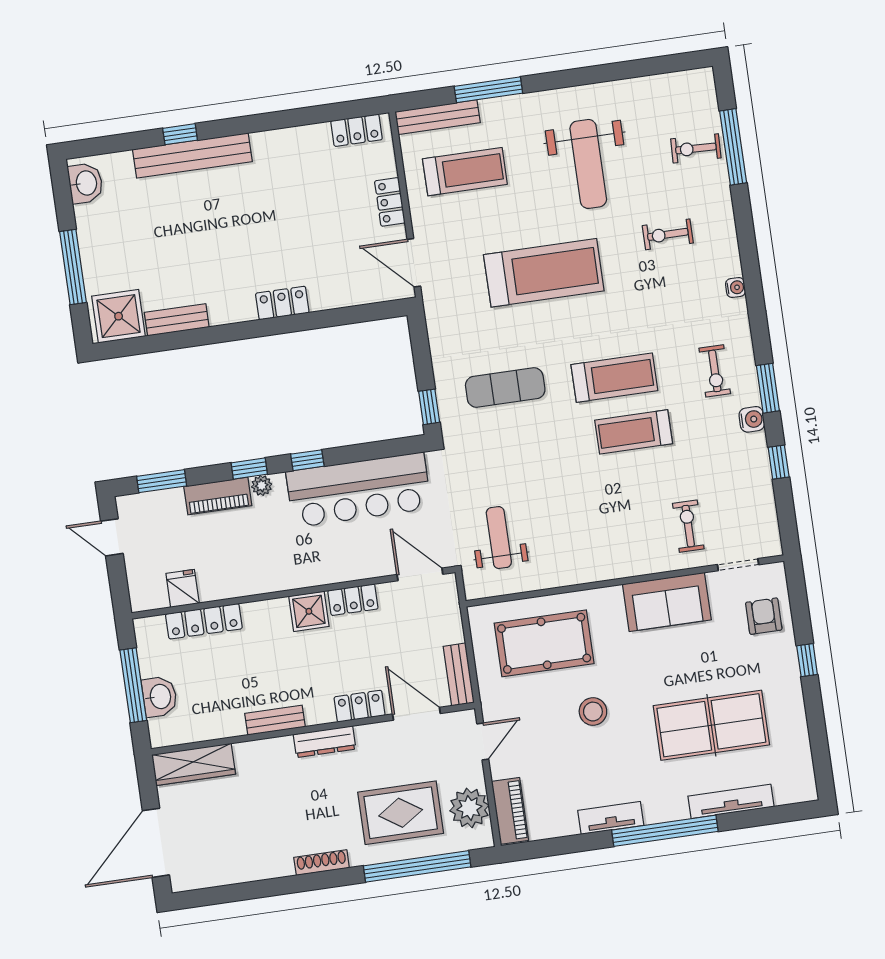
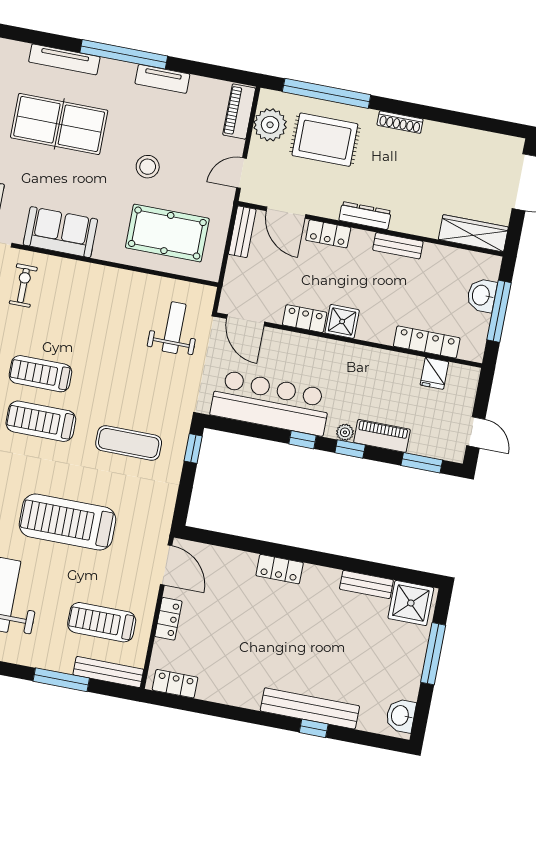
treadmill: (634, 432) -> (40, 374), turned 180
exercise bike: (688, 526) -> (23, 285), turned 180
weight bench: (499, 538) -> (174, 328), turned 180

